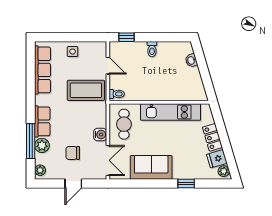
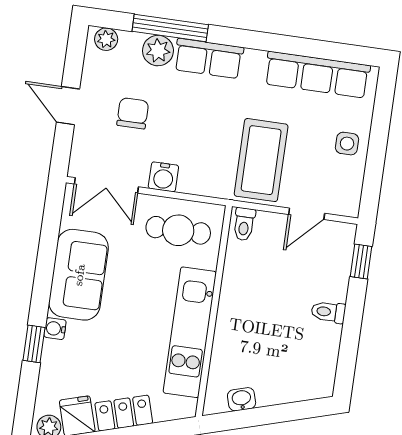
washbasin: (191, 60) -> (242, 399), moved
water cooler: (178, 175) -> (55, 329), added

